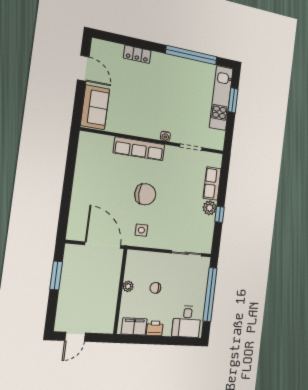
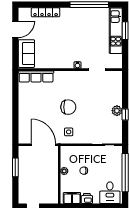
locker: (137, 54) -> (46, 12), width x1.53
door: (83, 68) -> (15, 29), hinge flipped
row of seats: (139, 149) -> (36, 77), moved
row of seats: (212, 183) -> (117, 93), removed

